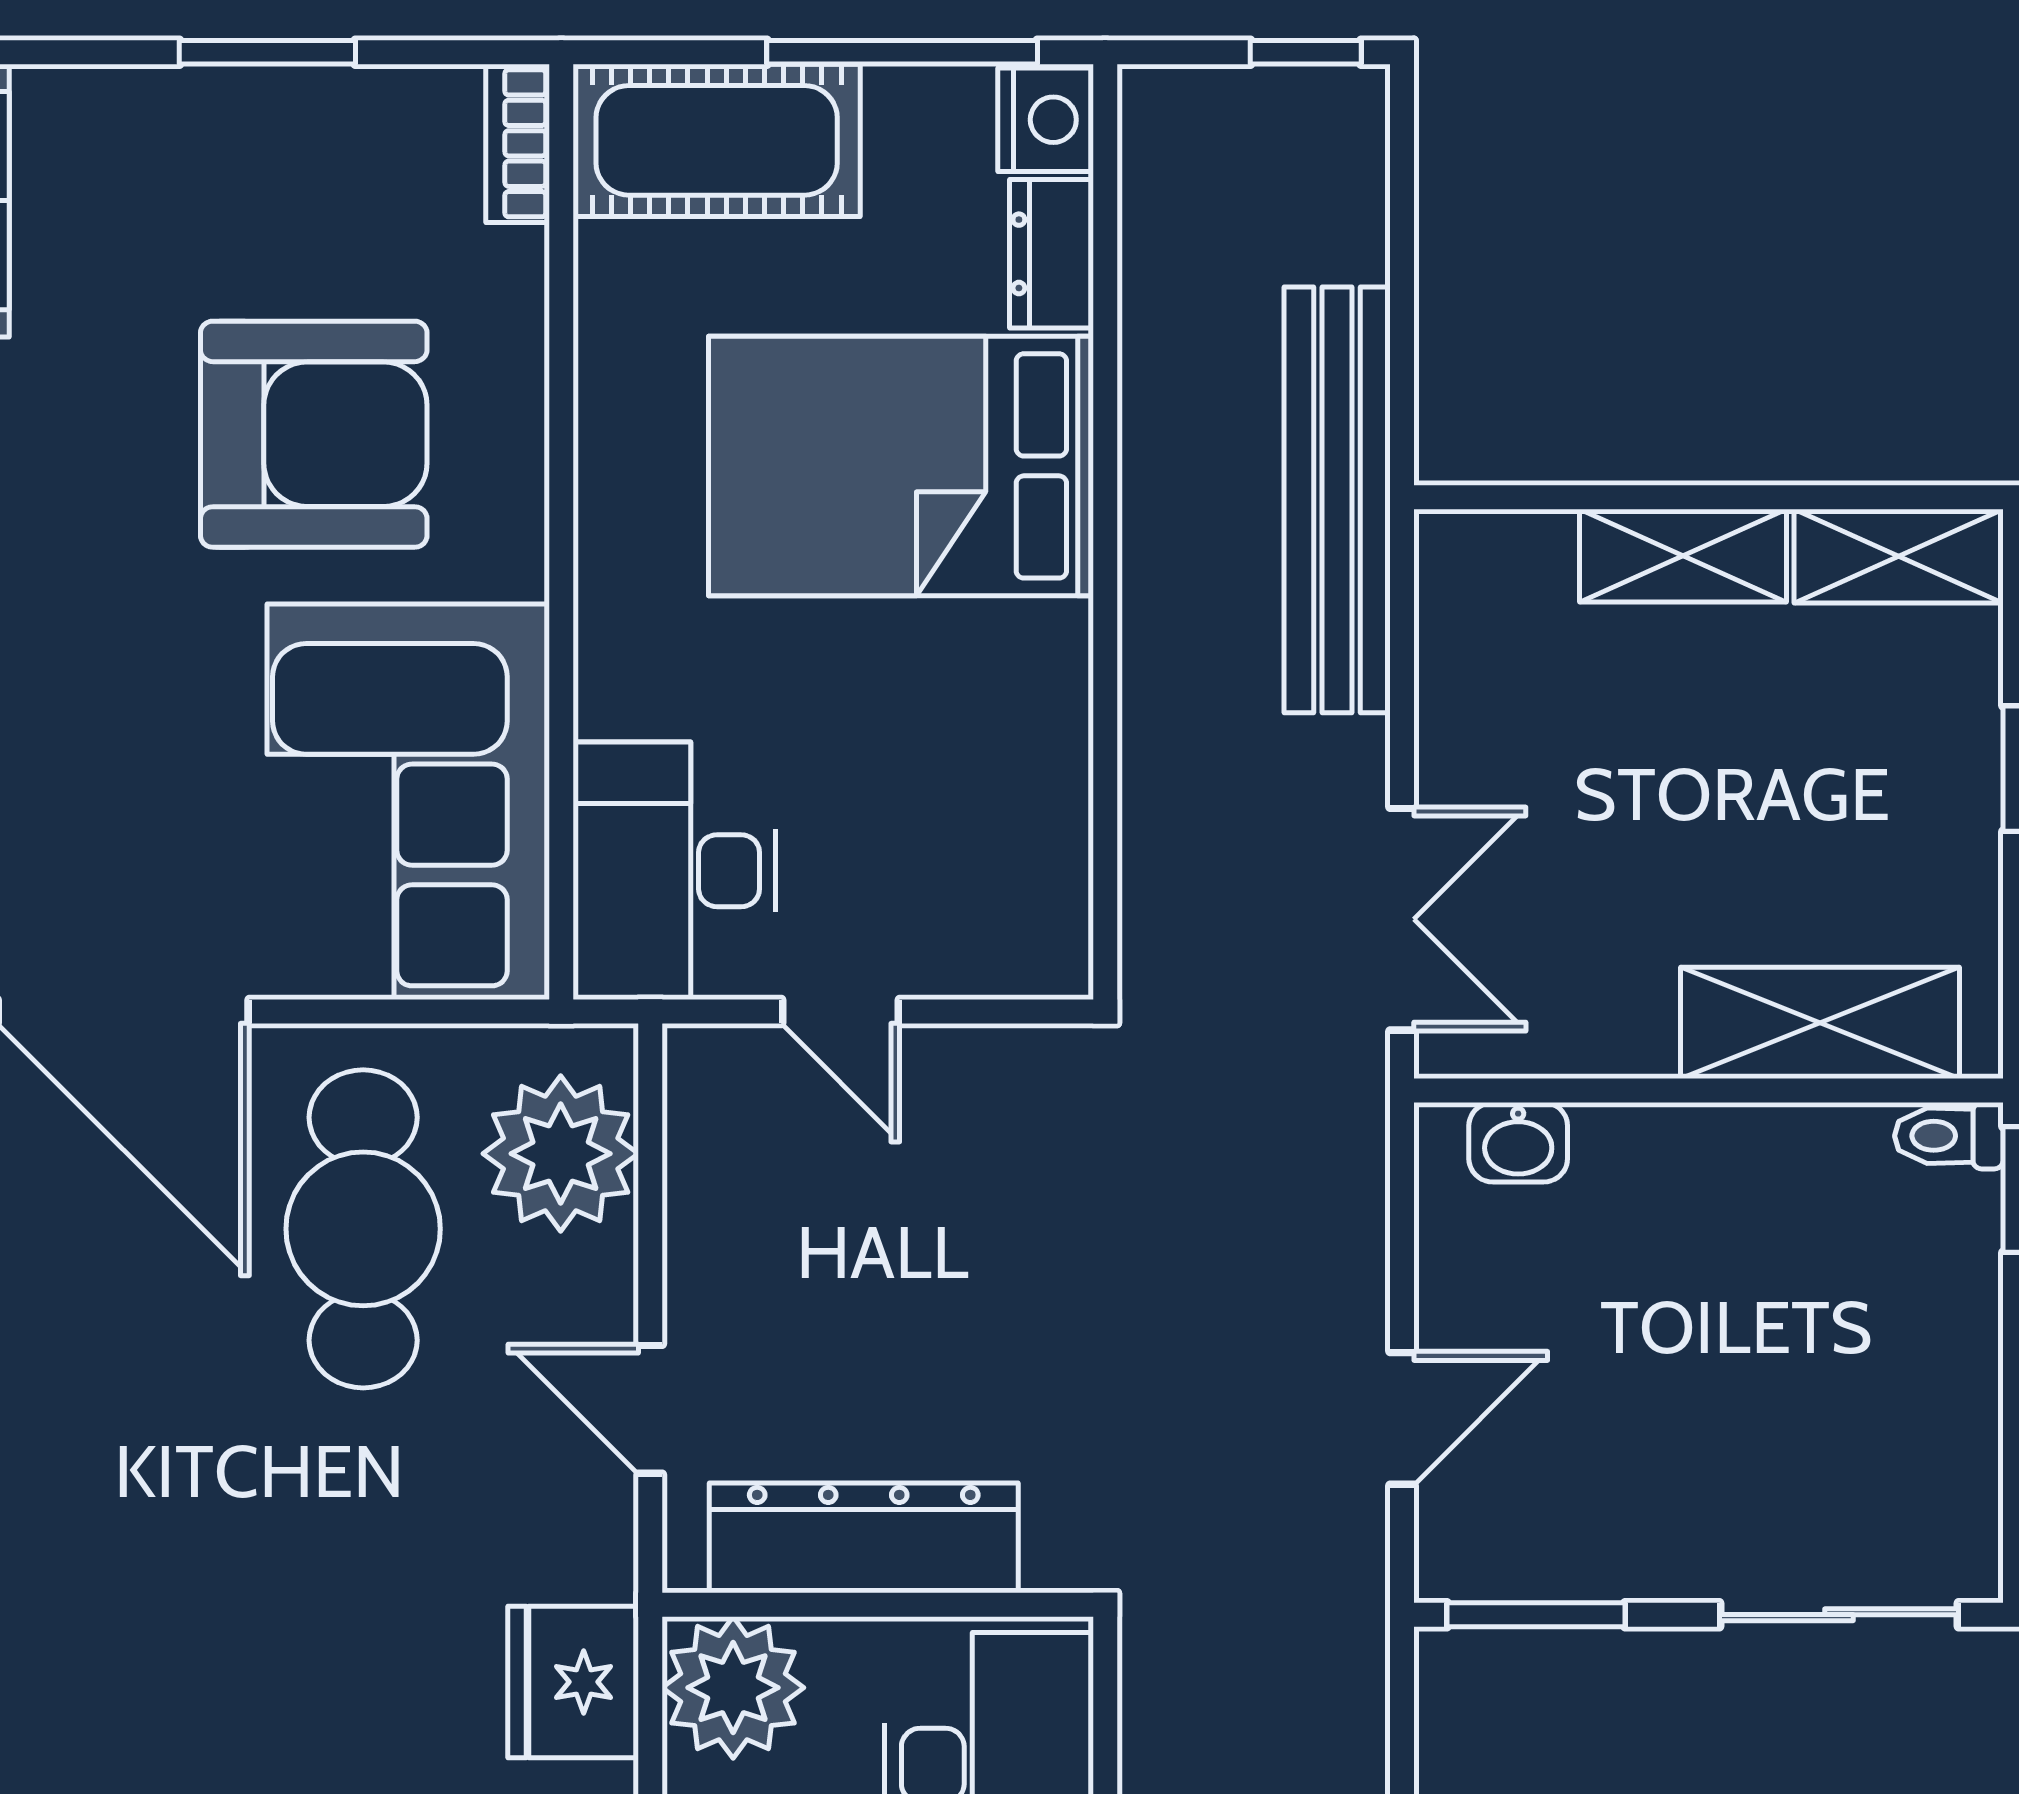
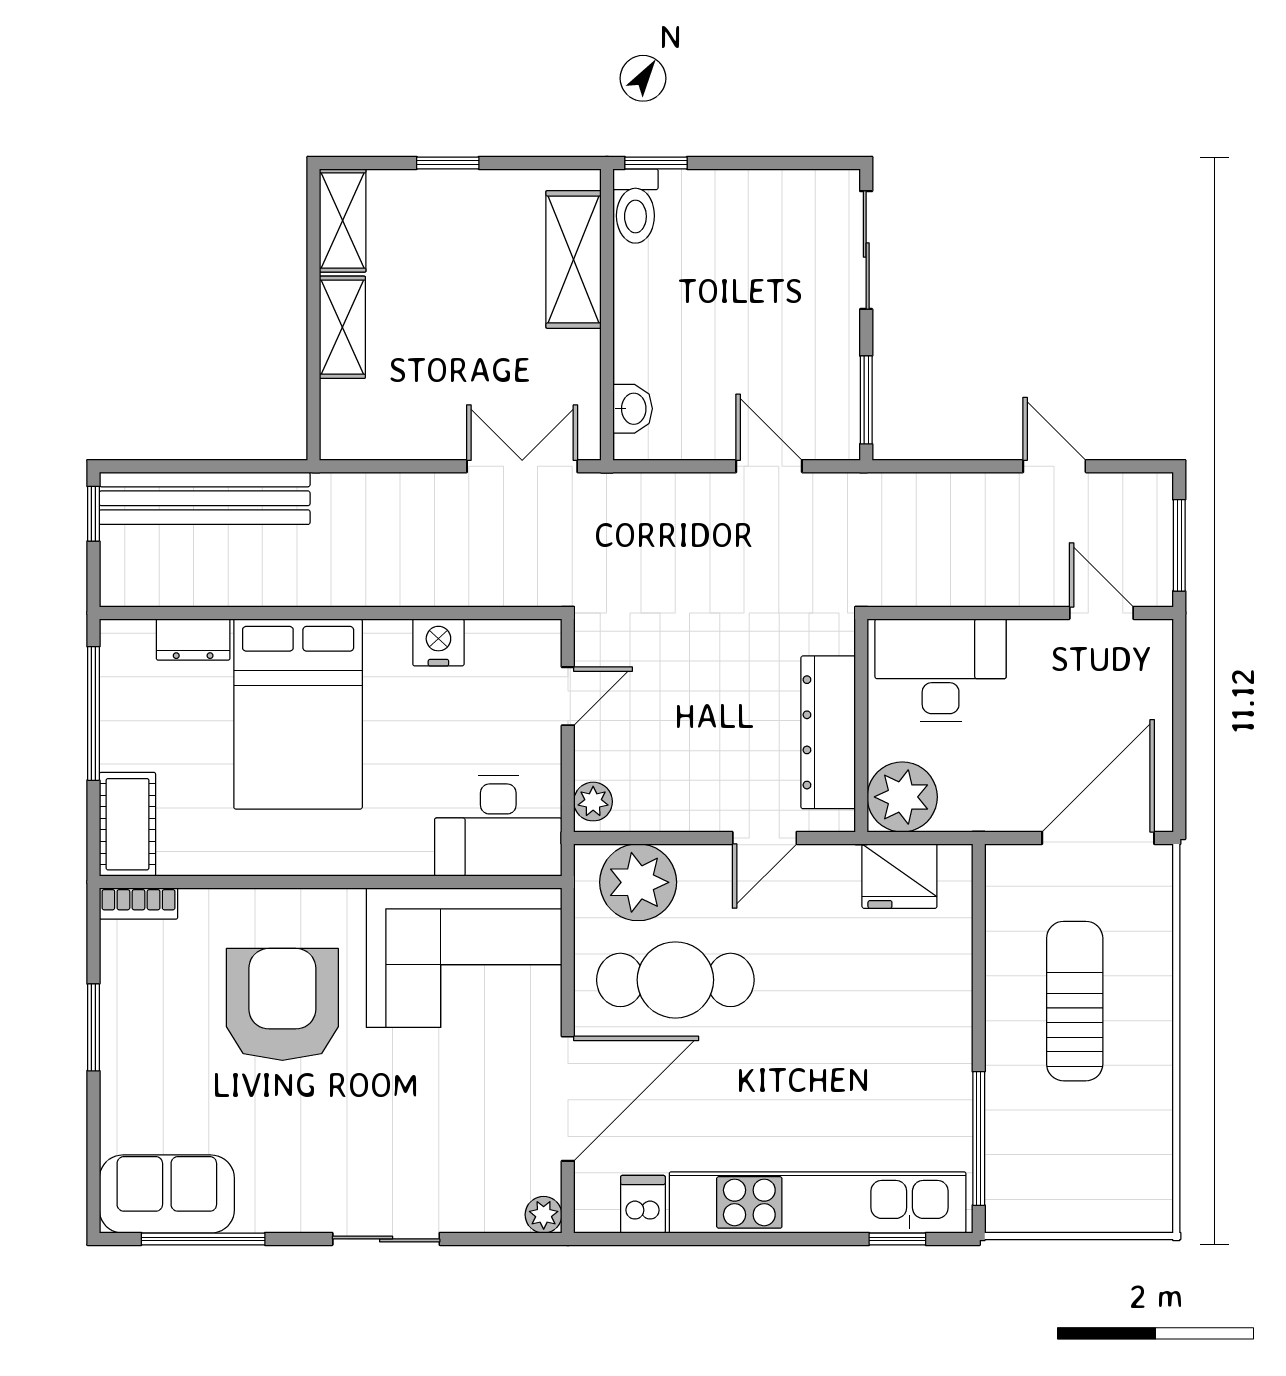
nightstand: (1046, 120) -> (438, 642), moved
cot: (717, 140) -> (127, 824), width x0.73, depth x0.75
bench: (1337, 500) -> (205, 498), moved
door: (841, 1011) -> (568, 696), moved
plant: (724, 1062) -> (593, 802), added
toilet: (1949, 1136) -> (635, 206), width x1.37, depth x1.39

